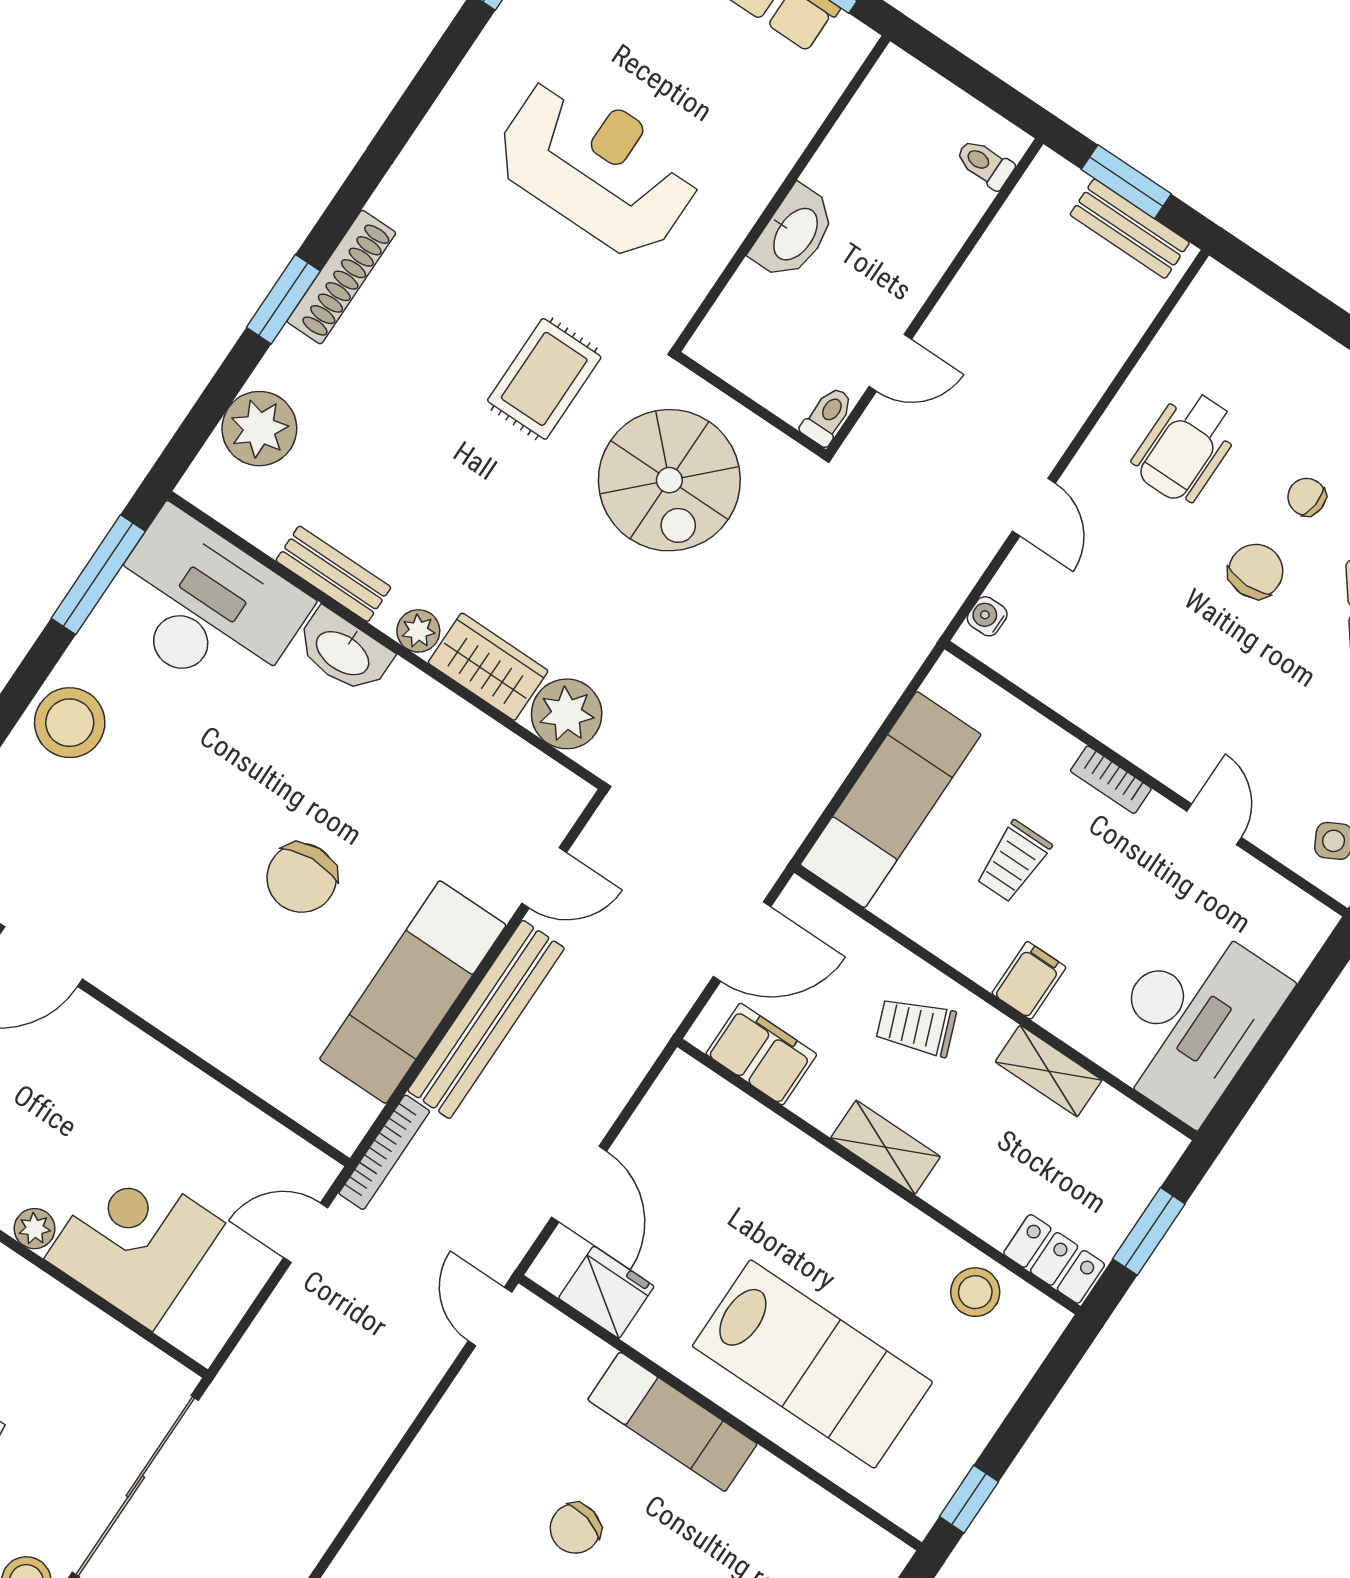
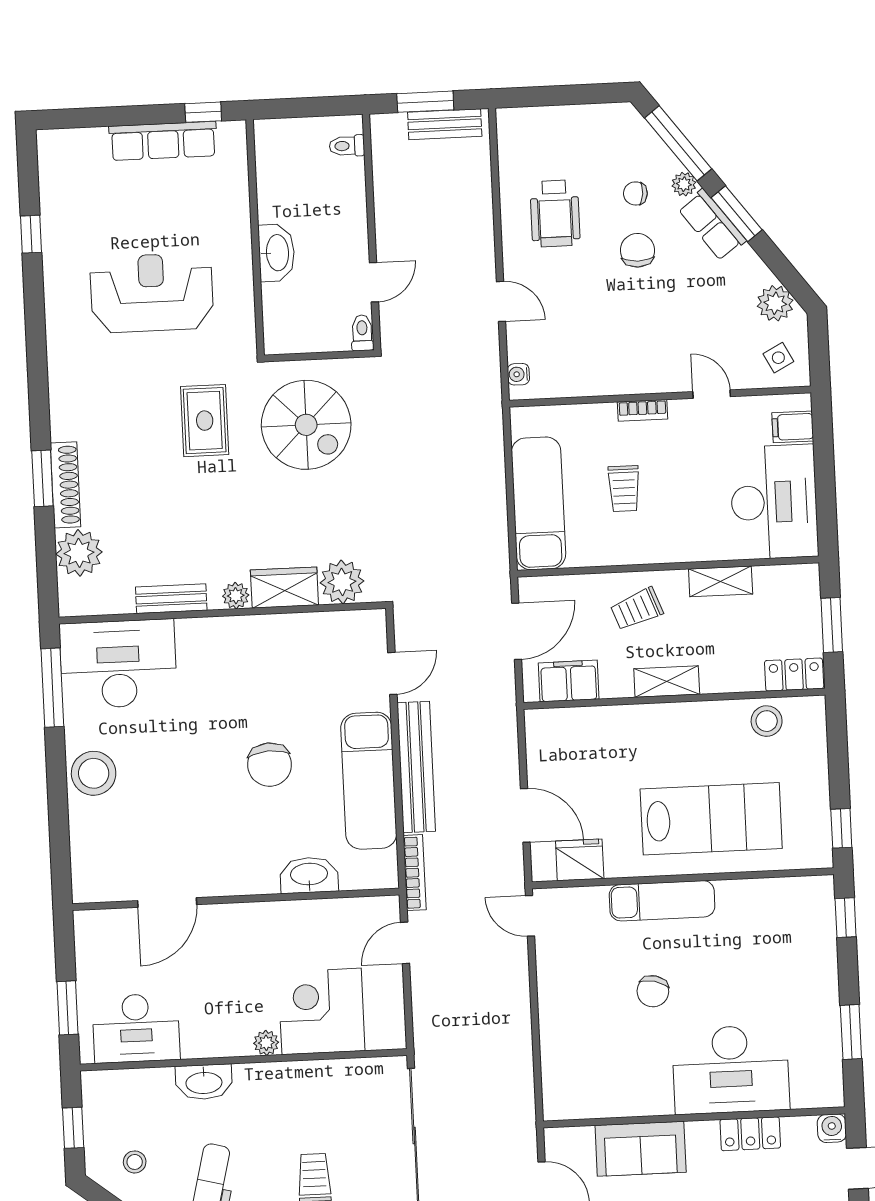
shoe rack: (341, 277) -> (65, 485), moved
washbasin: (343, 652) -> (309, 875), moved, turned 180
filing cabinet: (1029, 980) -> (793, 427), moved, turned -90

